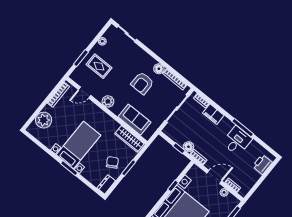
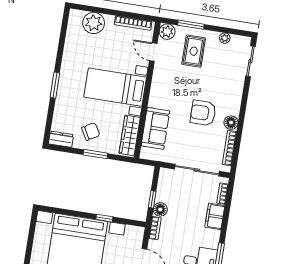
plant: (108, 101) -> (167, 32), moved
bed with nightstands: (78, 145) -> (115, 87), moved, turned 180

